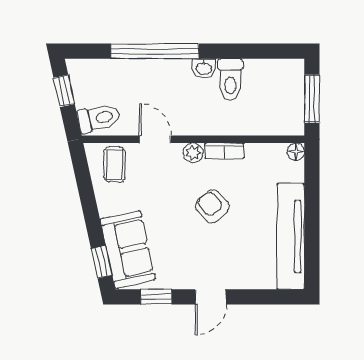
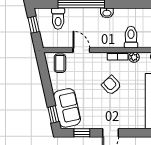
toilet: (230, 80) -> (131, 37), moved, turned 180
toilet: (99, 118) -> (58, 19), moved, turned 102
plant: (193, 153) -> (134, 57), moved

